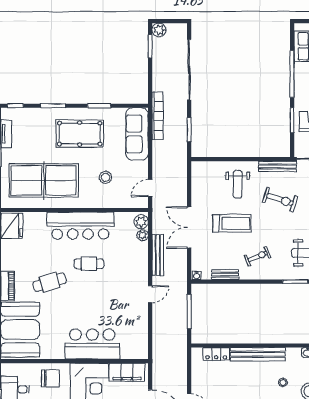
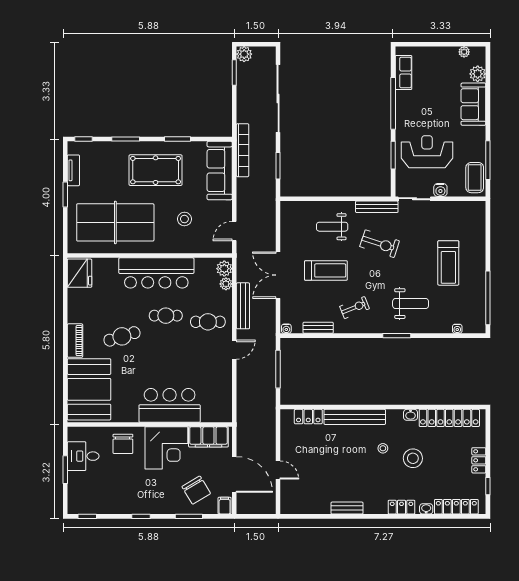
weight bench: (238, 184) -> (332, 227), turned 90
cafe table: (126, 269) -> (208, 322), added
chair: (50, 378) -> (123, 444), turned 90

